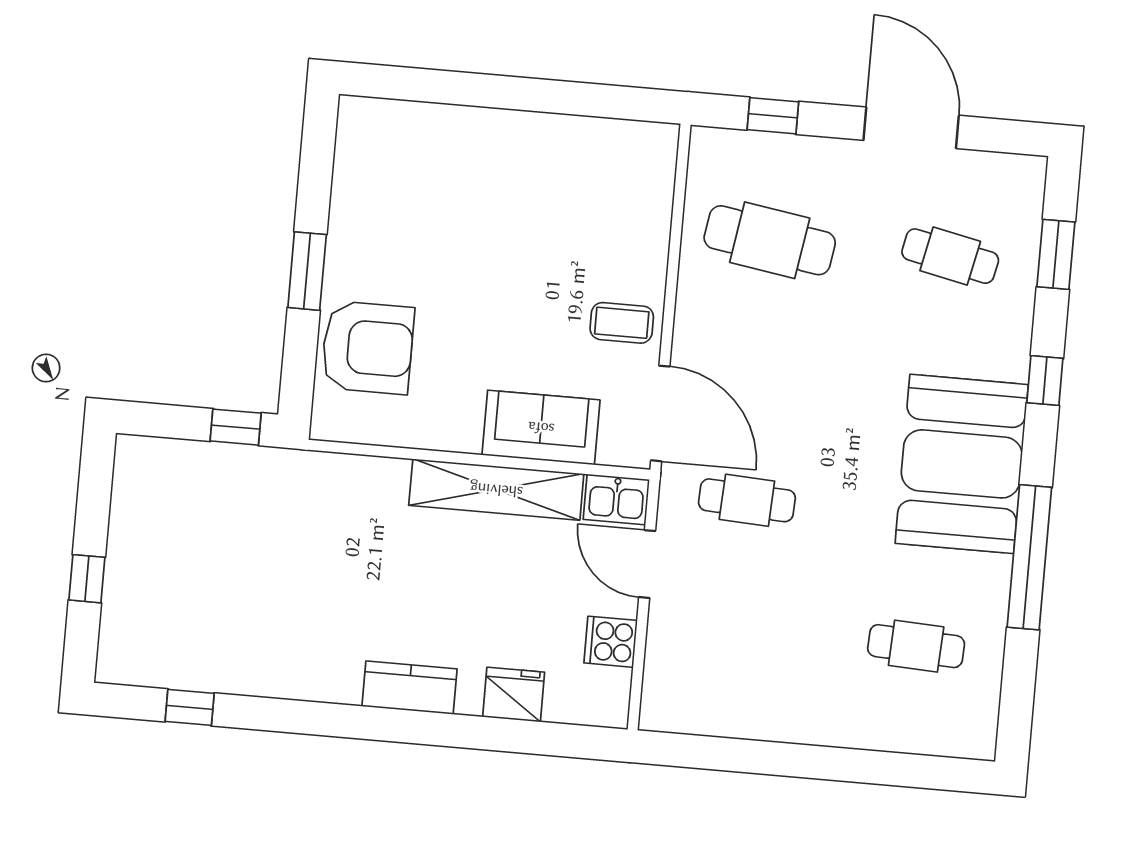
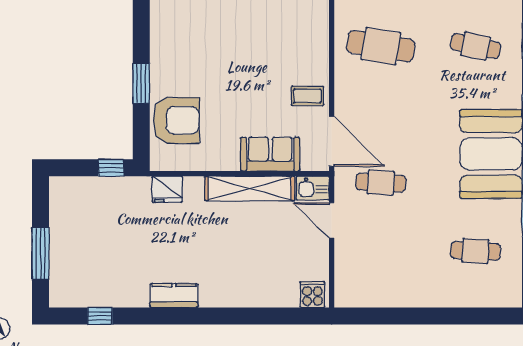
window: (87, 579) -> (41, 254), width x2.17
cooker: (611, 642) -> (312, 295), moved, turned 90
kitchen counter: (409, 688) -> (174, 296), moved
fridge: (514, 695) -> (167, 189), moved, turned 180

